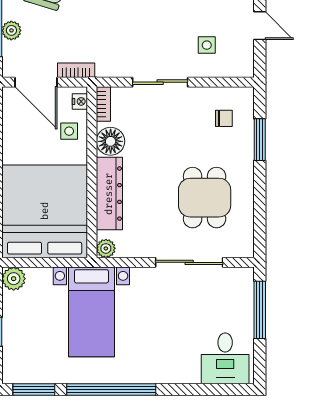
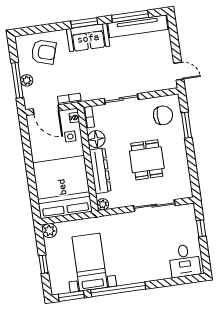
door: (260, 26) -> (179, 71), moved
side table: (207, 45) -> (146, 72), removed
chair: (224, 118) -> (163, 115), width x1.87, depth x1.87
dining table: (205, 198) -> (147, 160), moved
window: (260, 310) -> (201, 228), width x0.46
bed with nightstands: (91, 312) -> (90, 262), moved, turned 180

